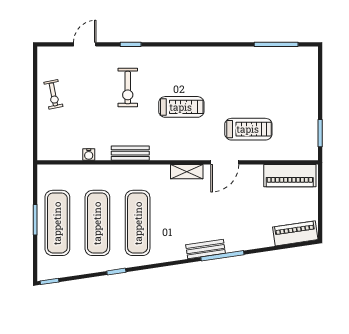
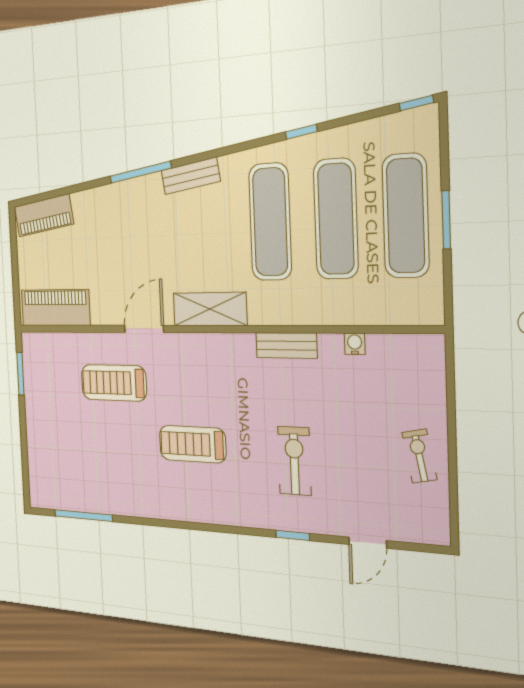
treadmill: (181, 107) -> (192, 444), moved
shelving: (187, 172) -> (210, 309), width x1.50, depth x1.33
bench: (206, 249) -> (191, 176), moved

